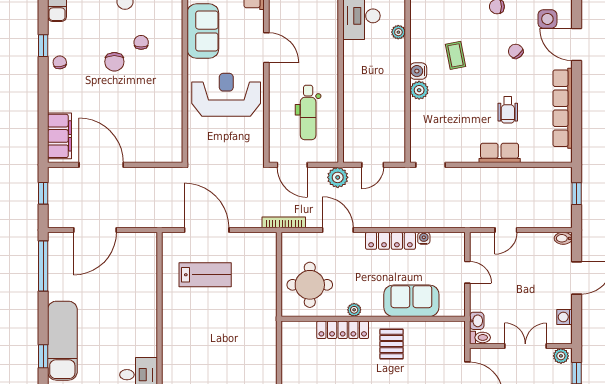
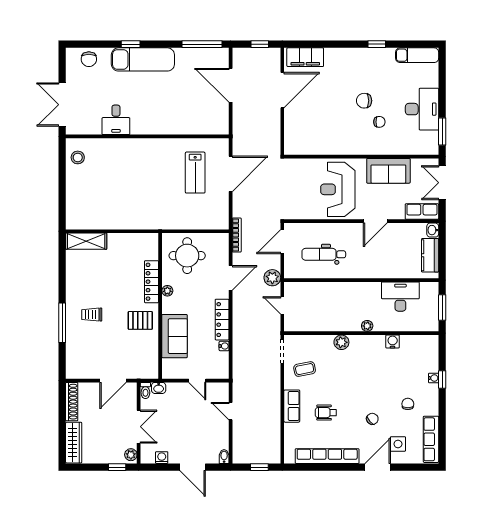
plant: (398, 32) -> (367, 326), moved
coffee table: (456, 55) -> (305, 369), moved
chair: (60, 62) -> (364, 57), removed
water cooler: (418, 71) -> (393, 342), moved
reception desk: (226, 95) -> (338, 189), turned 180
door: (467, 272) -> (197, 381), hinge flipped

